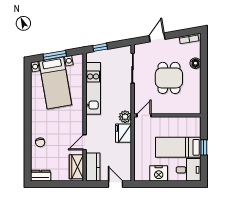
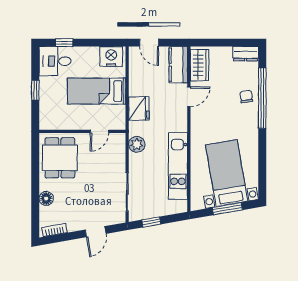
window: (100, 47) -> (151, 222), moved
dining table: (169, 78) -> (60, 158), moved
door: (144, 115) -> (99, 131), moved
plant: (125, 117) -> (137, 144), moved
window: (28, 141) -> (262, 98), added
bed: (178, 147) -> (97, 91), moved, turned 180
nightstand: (159, 173) -> (111, 57), moved
window: (181, 184) -> (64, 43), added

